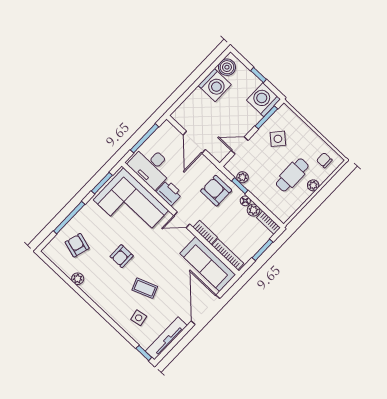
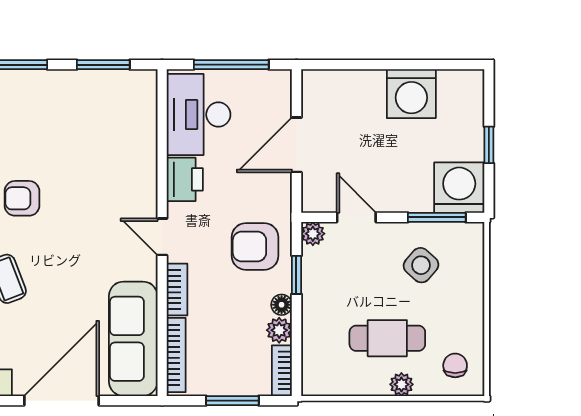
boiler: (227, 67) -> (456, 87), removed
plant: (242, 177) -> (313, 234), moved
armchair: (216, 191) -> (255, 246), turned -90
corner sofa: (131, 205) -> (112, 140), removed

